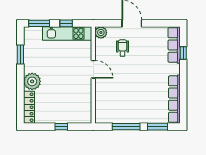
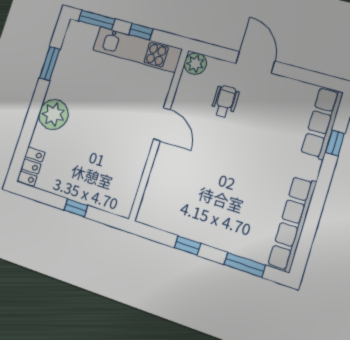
locker: (29, 107) -> (31, 166), width x0.66
window: (126, 127) -> (188, 246), width x0.46

